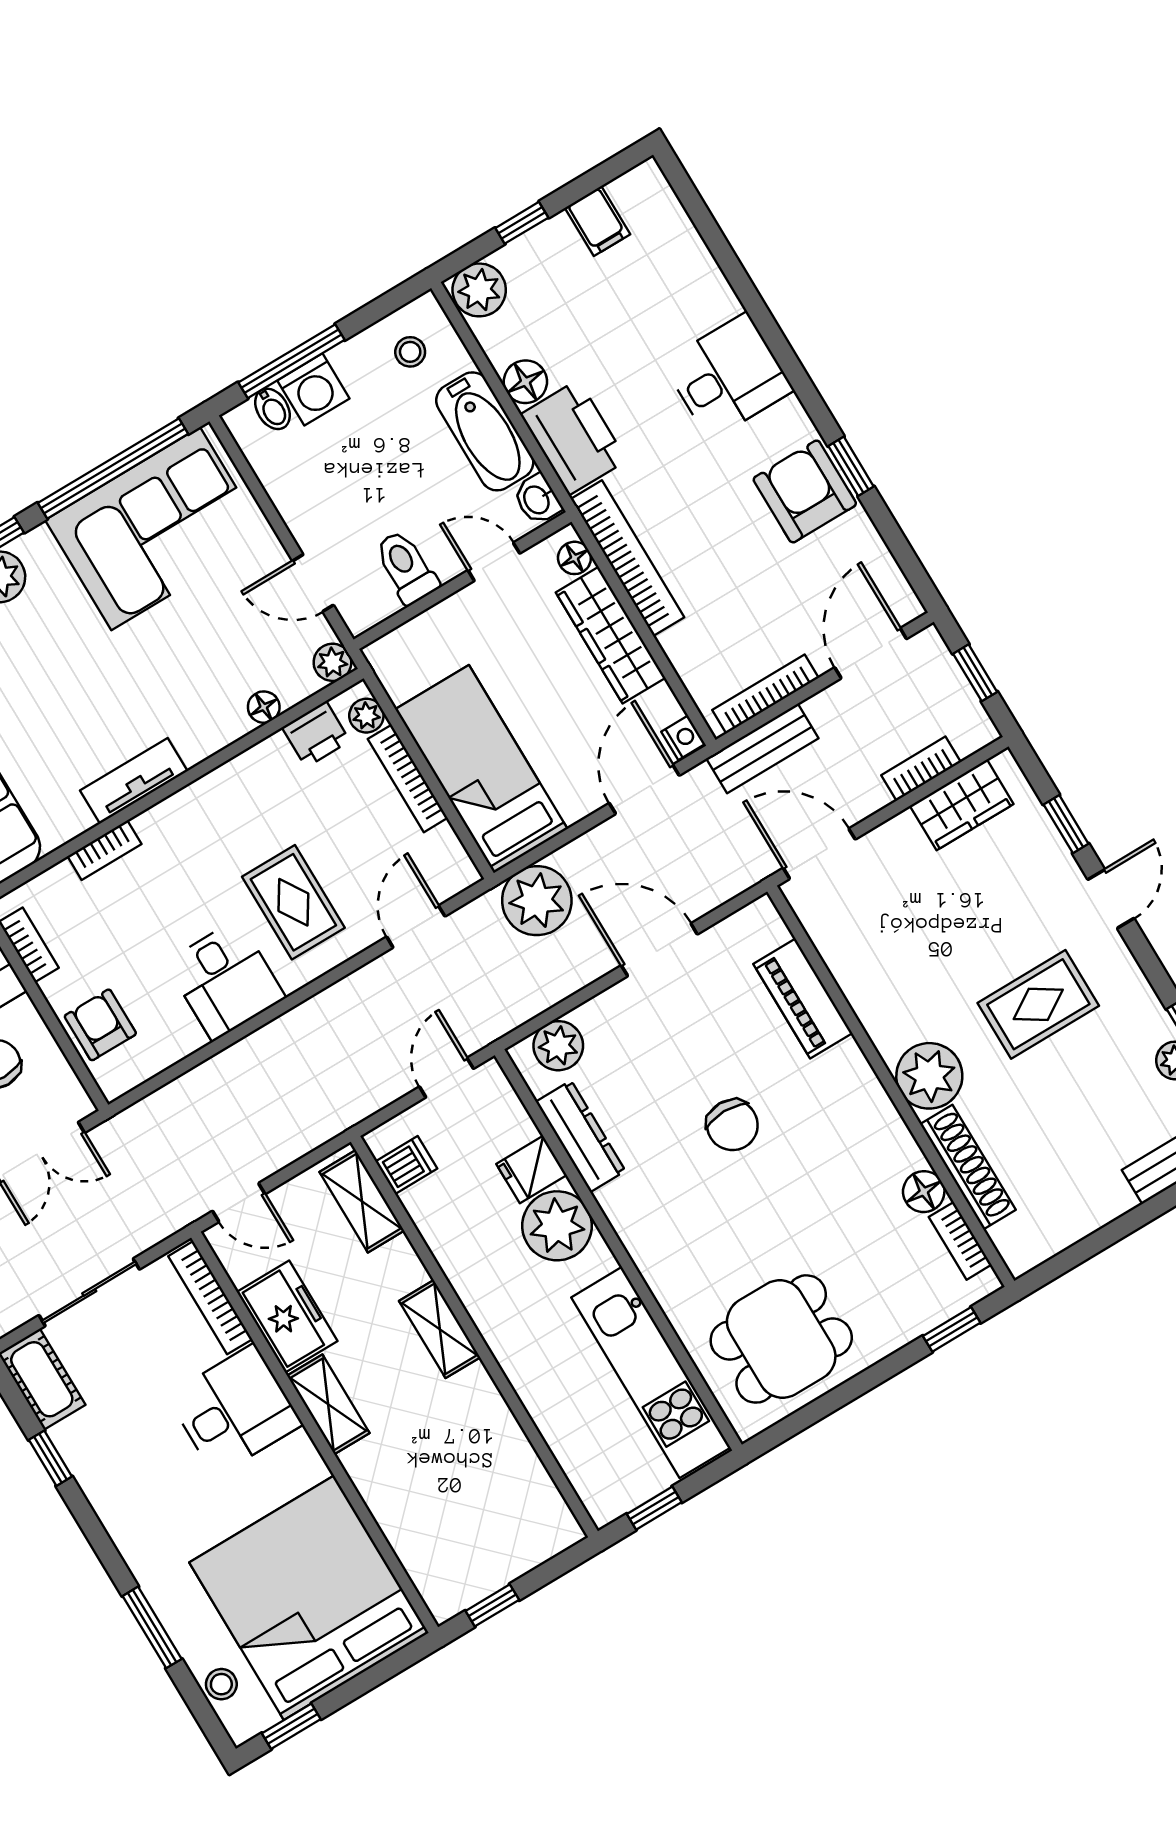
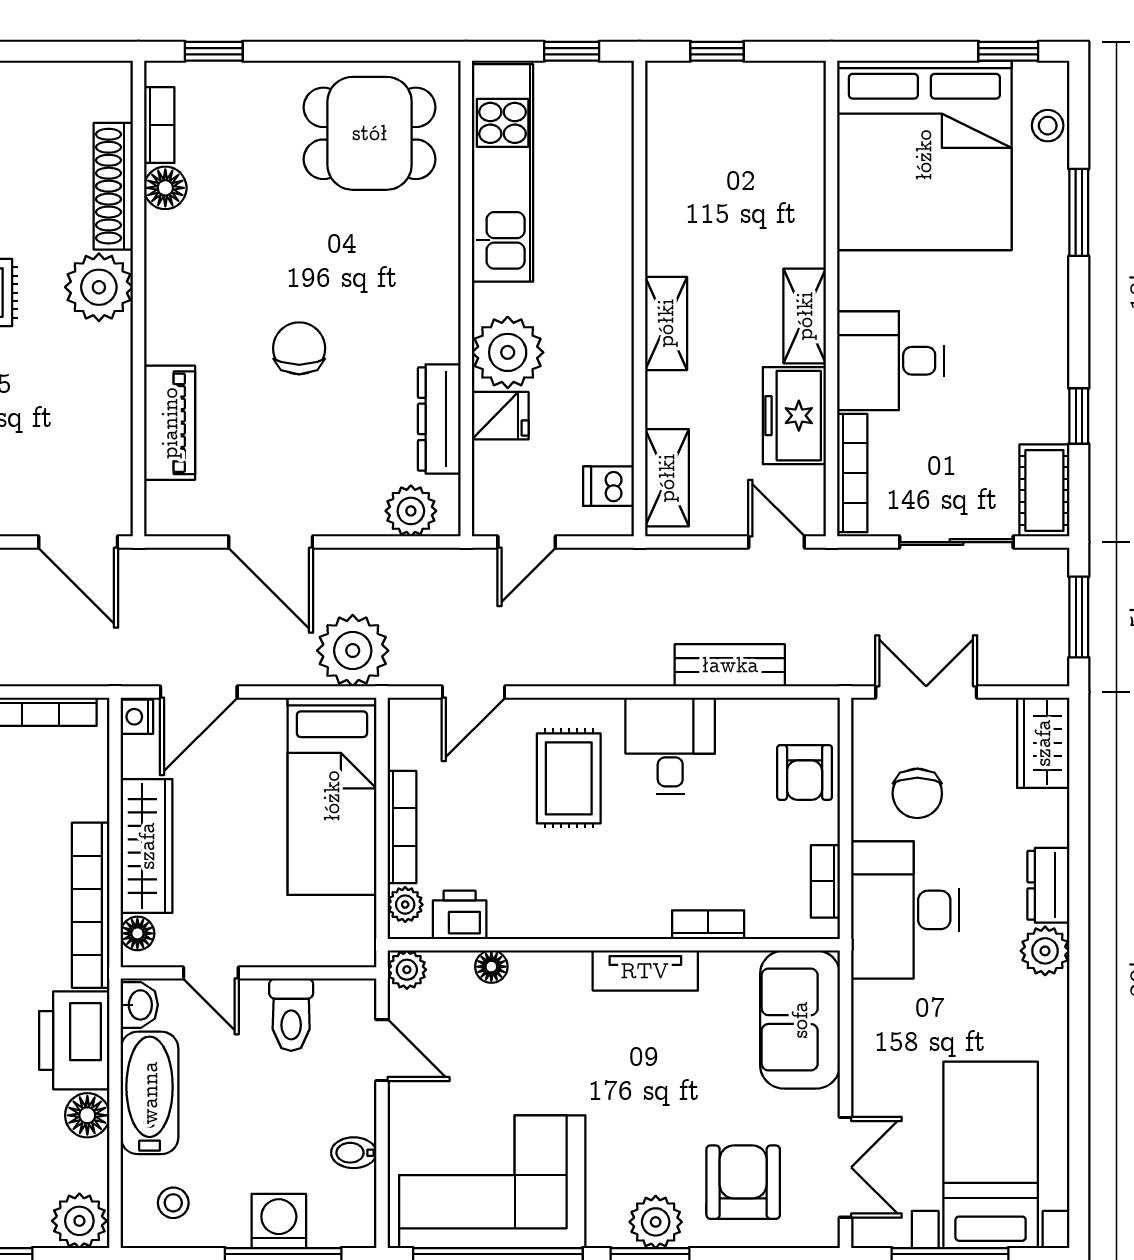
bidet: (272, 409) -> (354, 1153), moved, turned -90
bench: (762, 748) -> (730, 665), moved
window: (492, 1605) -> (717, 51), moved

